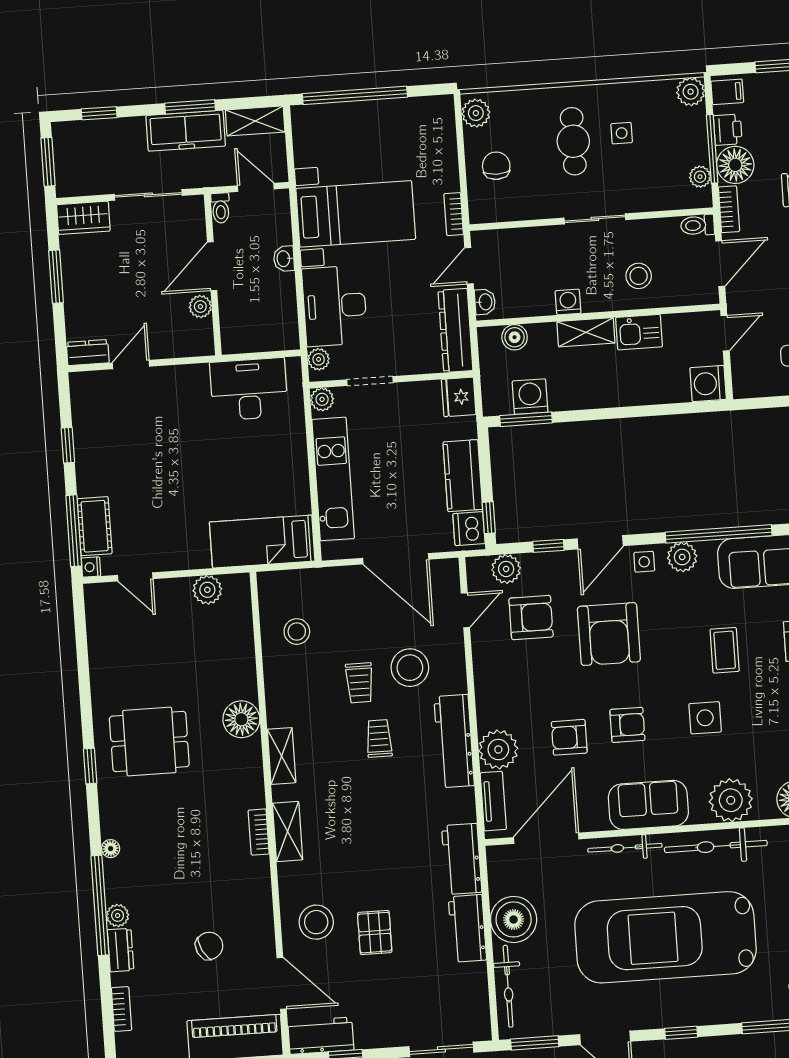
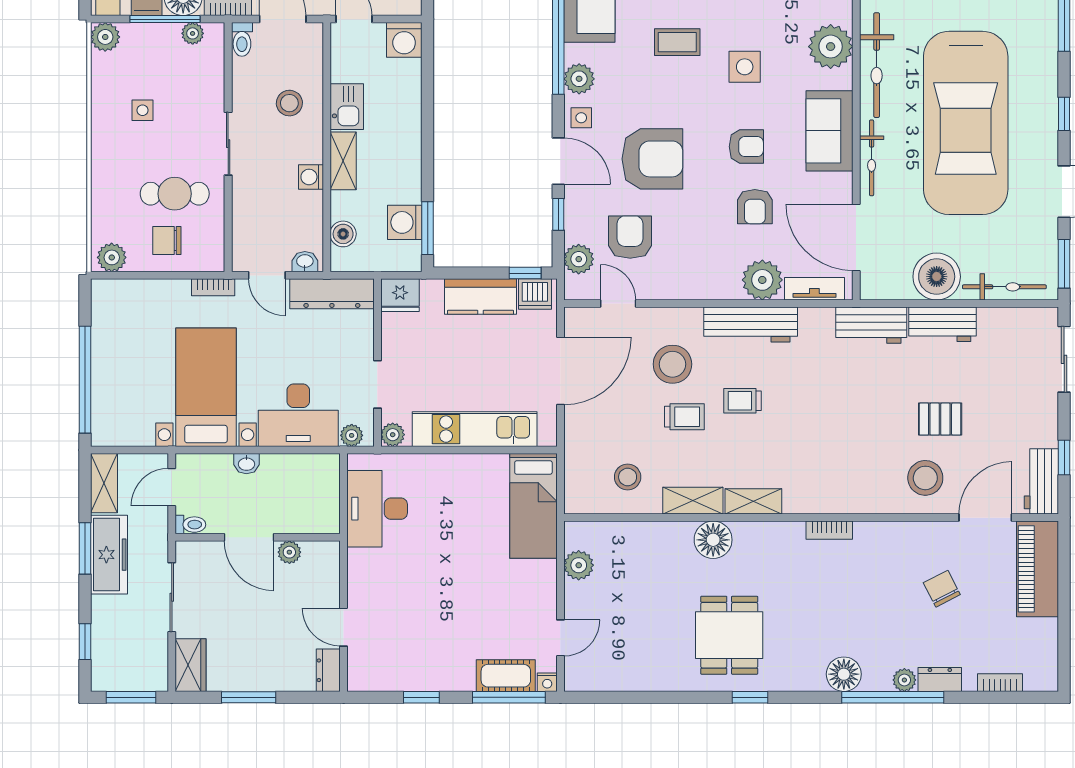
cafe table: (573, 141) -> (175, 194), moved
armchair: (627, 725) -> (746, 147), turned 90
shelving: (288, 832) -> (693, 501), moved
floor lamp: (111, 849) -> (844, 674), width x1.89, depth x1.89

